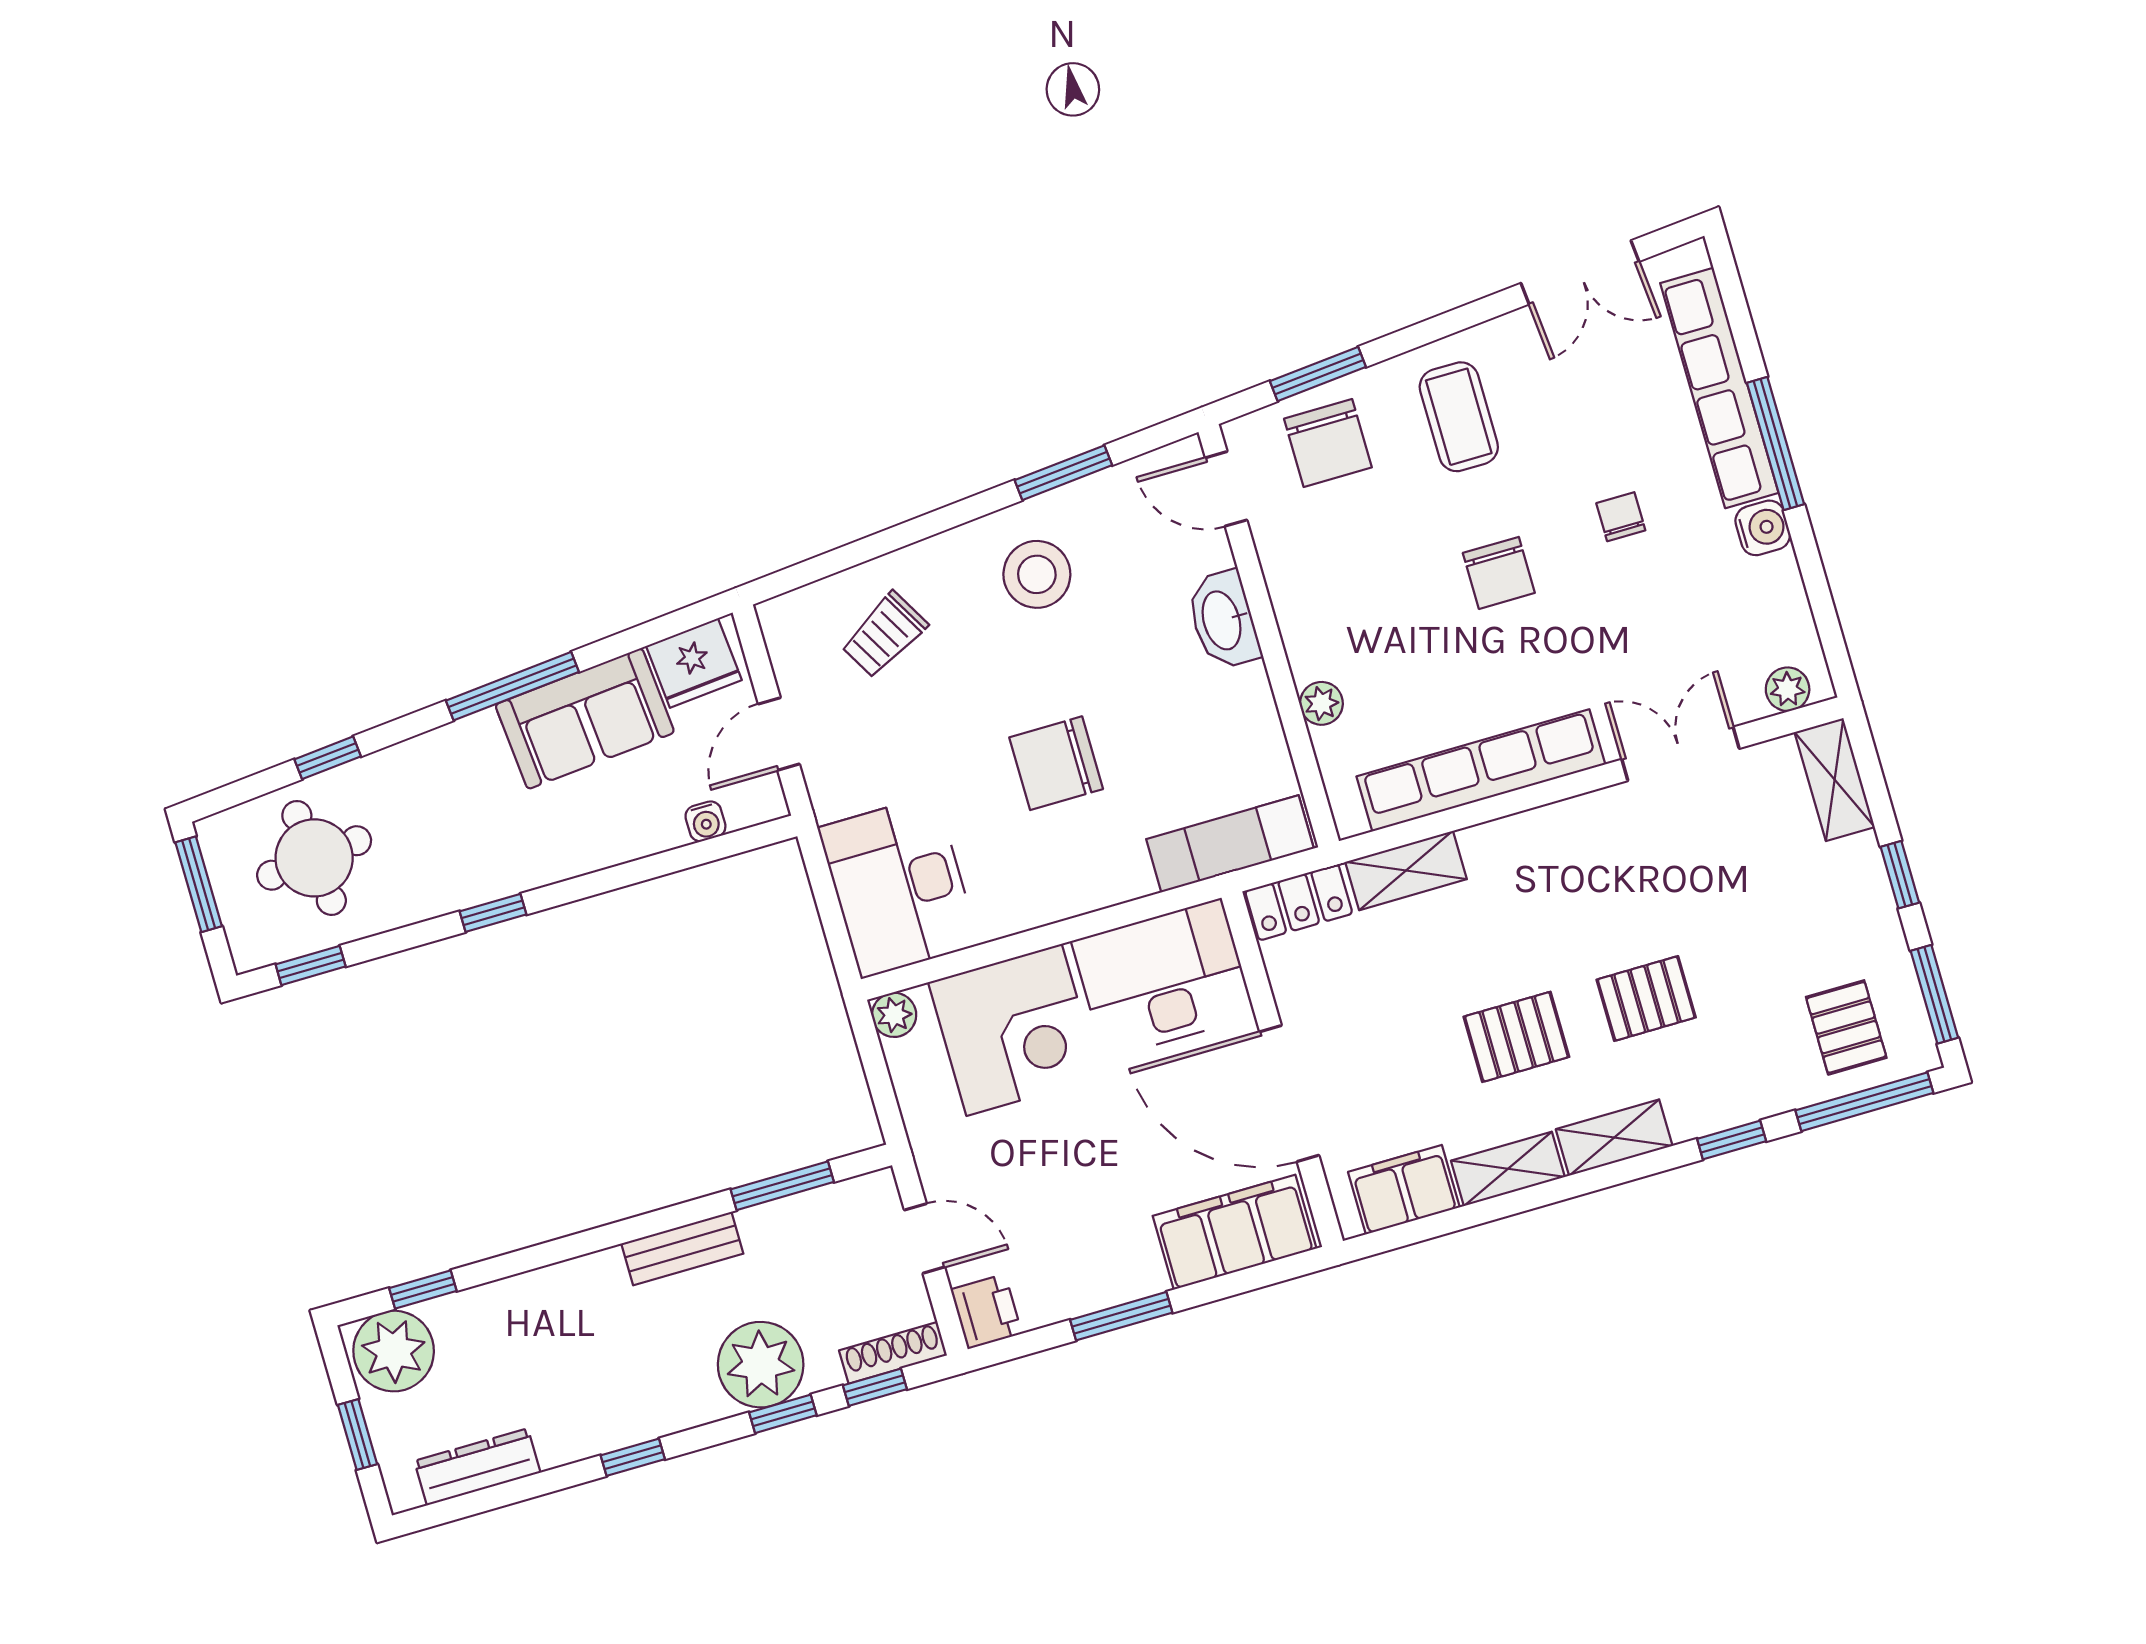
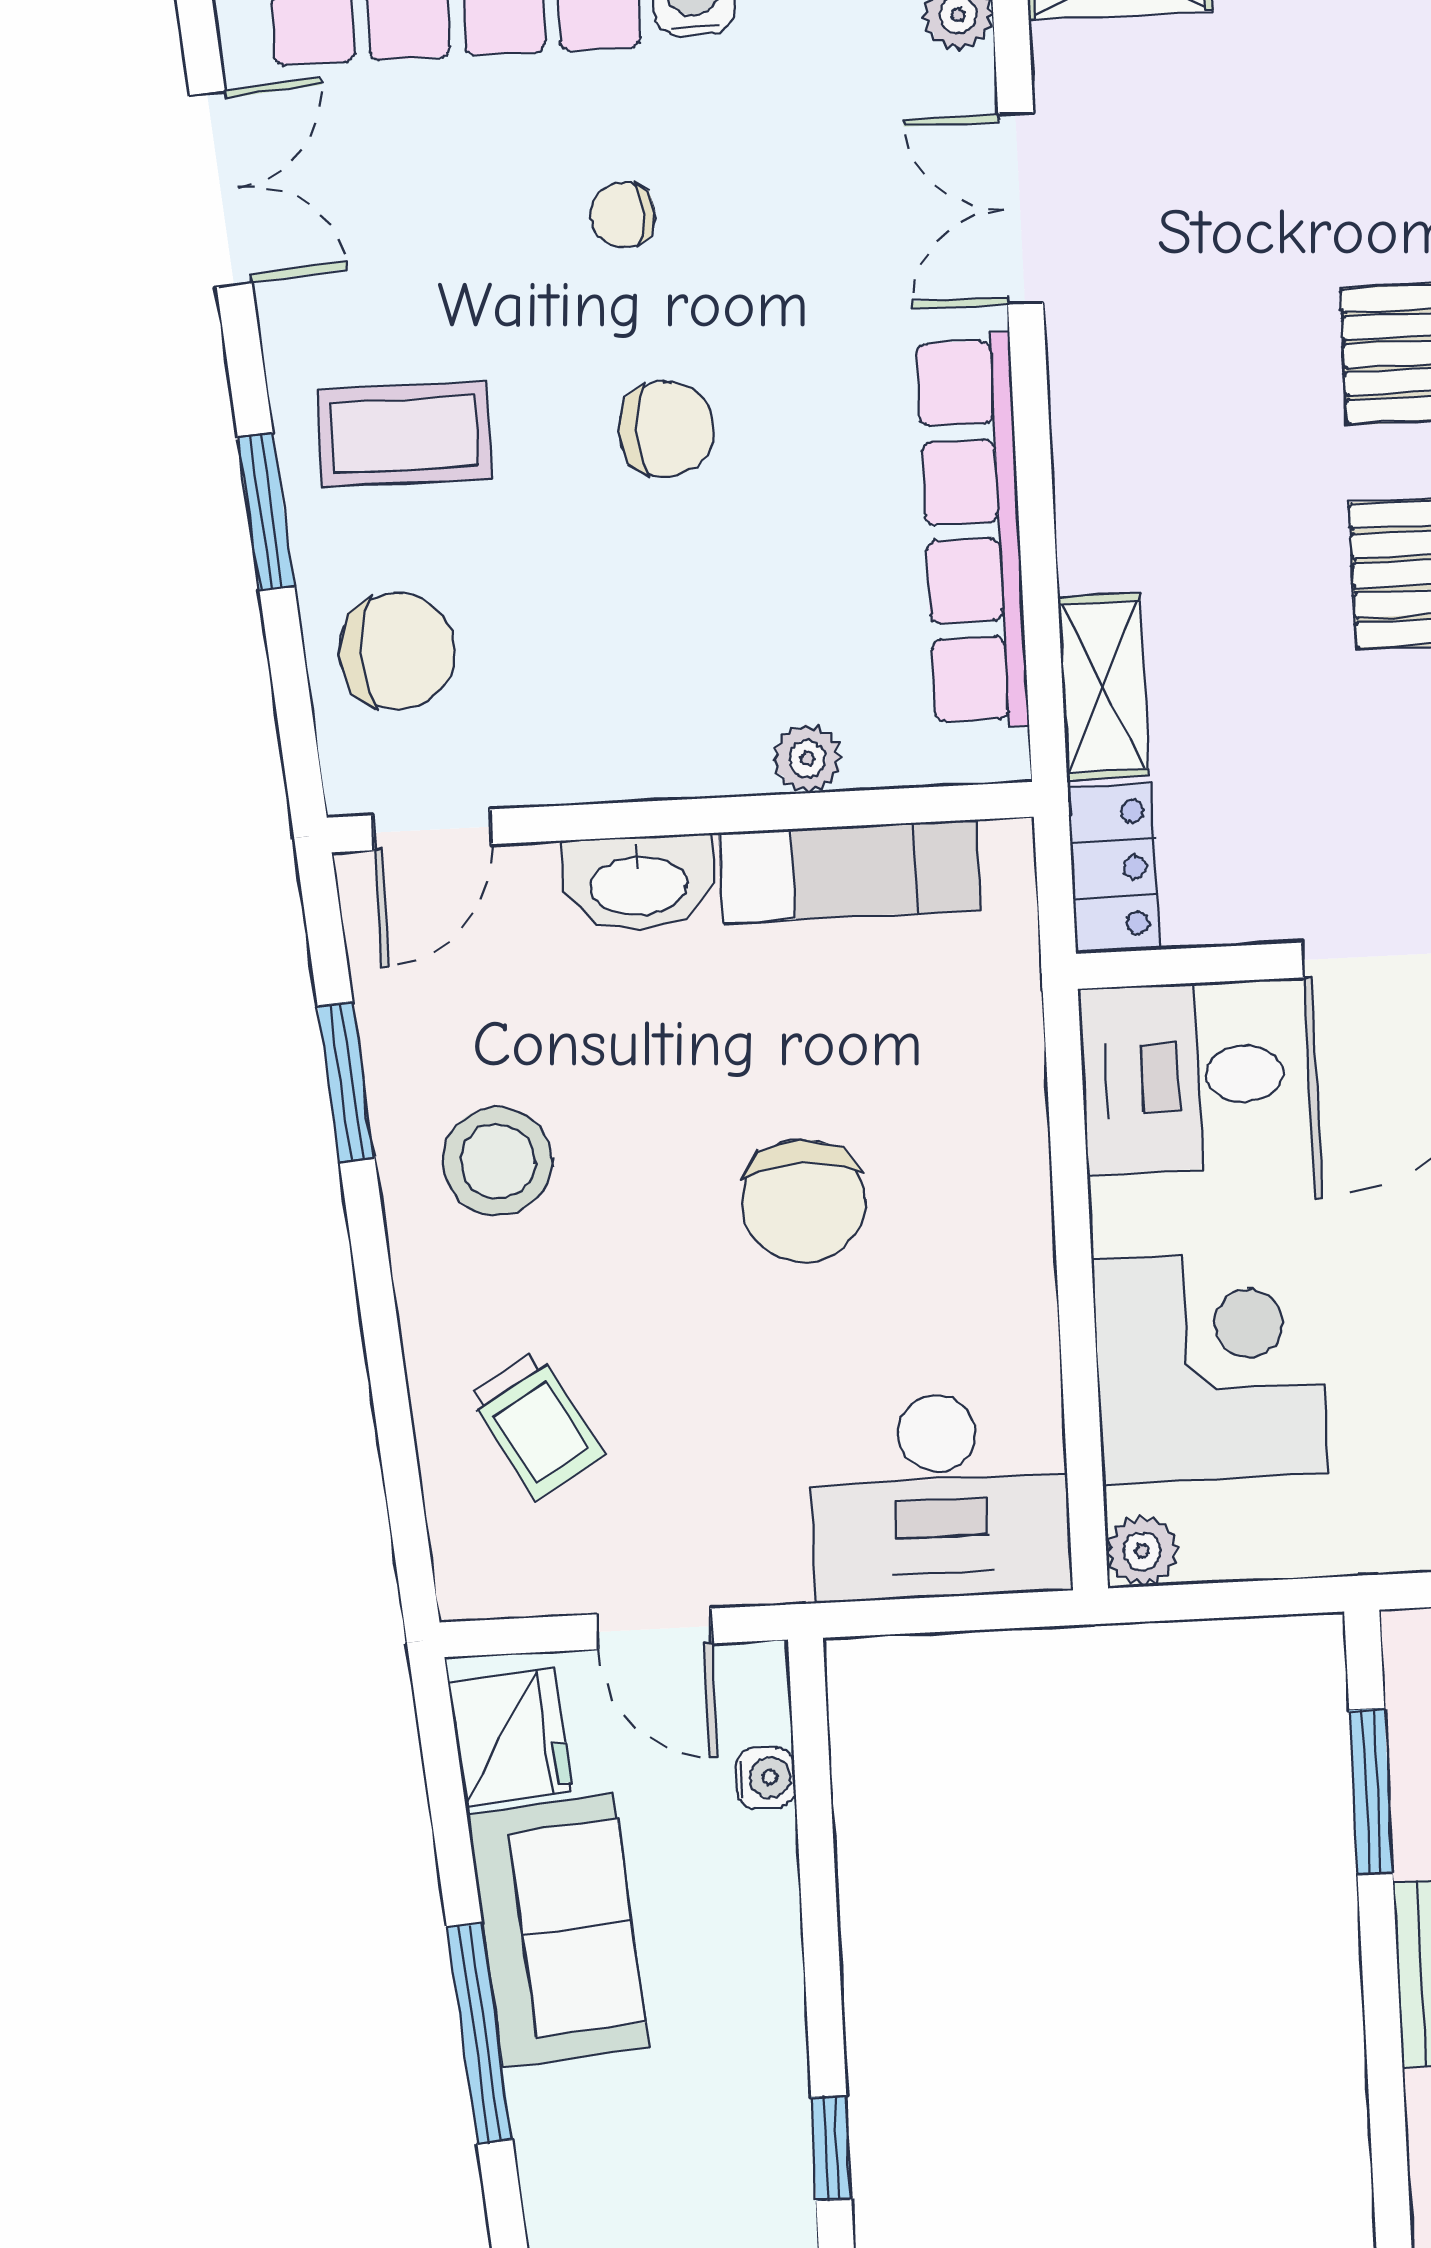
window: (1318, 374) -> (266, 512), moved
exam couch: (1230, 844) -> (850, 871), moved, turned -90
desk: (1163, 978) -> (1182, 1077), width x0.73

